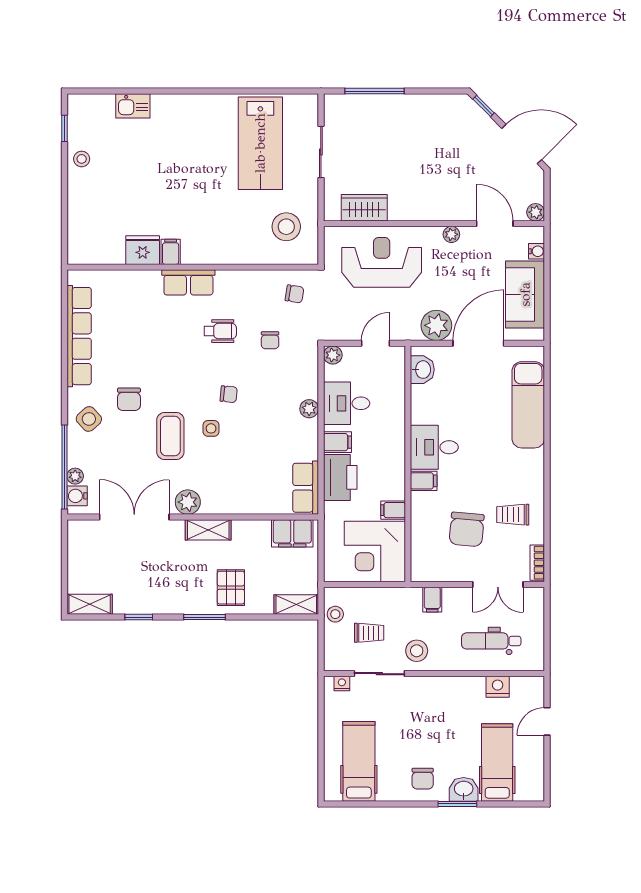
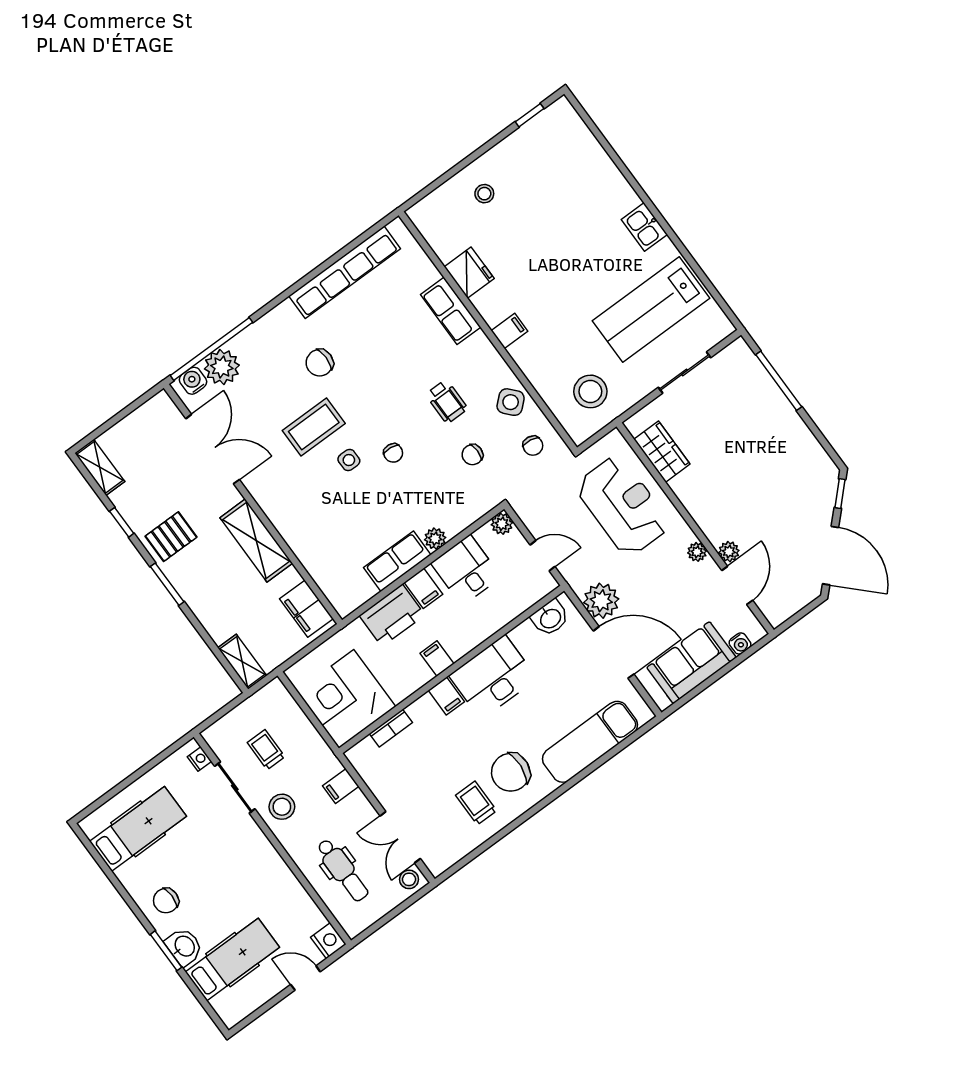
kitchen sink: (133, 106) -> (644, 227), moved
stool: (82, 159) -> (484, 194), moved
plant: (536, 212) -> (729, 552), moved
filing cabinet: (171, 252) -> (509, 331), moved
row of seats: (188, 282) -> (451, 311), moved
side table: (89, 419) -> (511, 402), moved
desk: (434, 447) -> (493, 677), width x1.37
plant: (75, 476) -> (222, 367), width x1.87, depth x1.87
row of seats: (306, 488) -> (397, 561), moved
plant: (188, 502) -> (264, 489), removed
filing cabinet: (393, 510) -> (437, 659), moved
chair: (467, 529) -> (511, 772), moved
shelving: (208, 530) -> (256, 540), width x1.50, depth x1.33
bookcase: (537, 563) -> (391, 728), moved, turned 180
pallet: (231, 588) -> (171, 537), moved
stool: (335, 614) -> (409, 879), moved
trolley: (369, 633) -> (266, 750), turned 180
dental chair: (491, 641) -> (343, 870), turned 180
nightstand: (498, 687) -> (328, 941), moved

